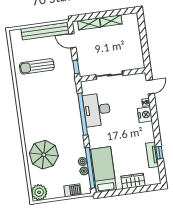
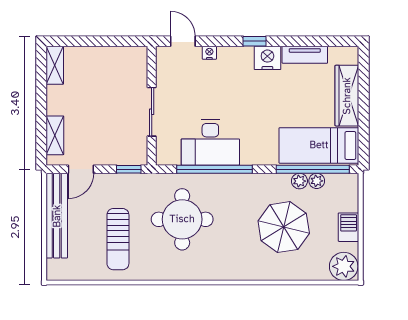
shelving: (111, 21) -> (55, 65), moved
round table: (53, 100) -> (182, 219), added
nightstand: (145, 115) -> (267, 58), moved
window: (159, 153) -> (255, 41), moved
parasol: (44, 155) -> (284, 227), moved
wardrobe: (133, 181) -> (347, 96), width x1.50
barbecue: (73, 190) -> (349, 227), moved

